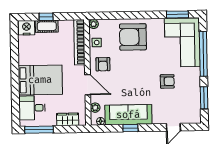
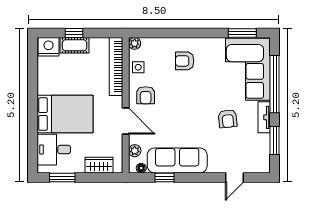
armchair: (133, 37) -> (185, 61), width x0.53, depth x0.53
tv unit: (196, 80) -> (264, 117), added
armchair: (167, 81) -> (228, 119), turned 84
window: (130, 128) -> (164, 178), moved
window: (39, 130) -> (62, 178), width x0.69

